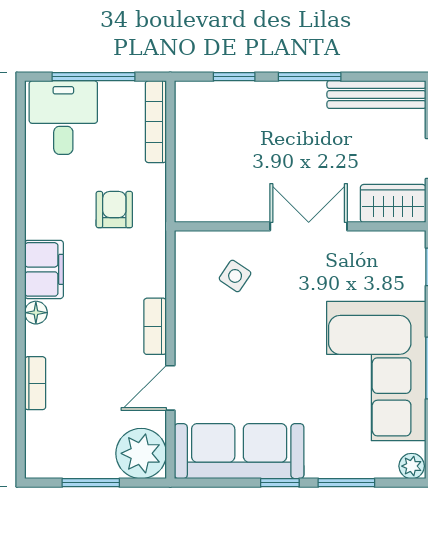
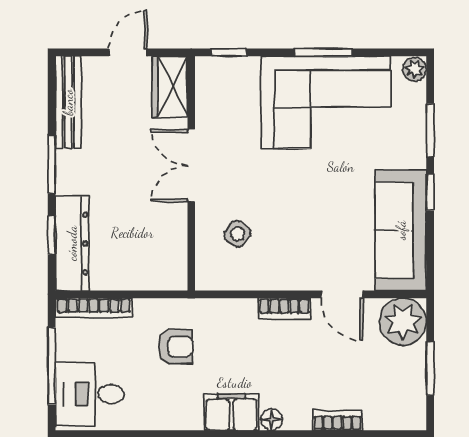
dresser: (225, 99) -> (72, 243), added
armchair: (114, 210) -> (176, 347), turned 180

